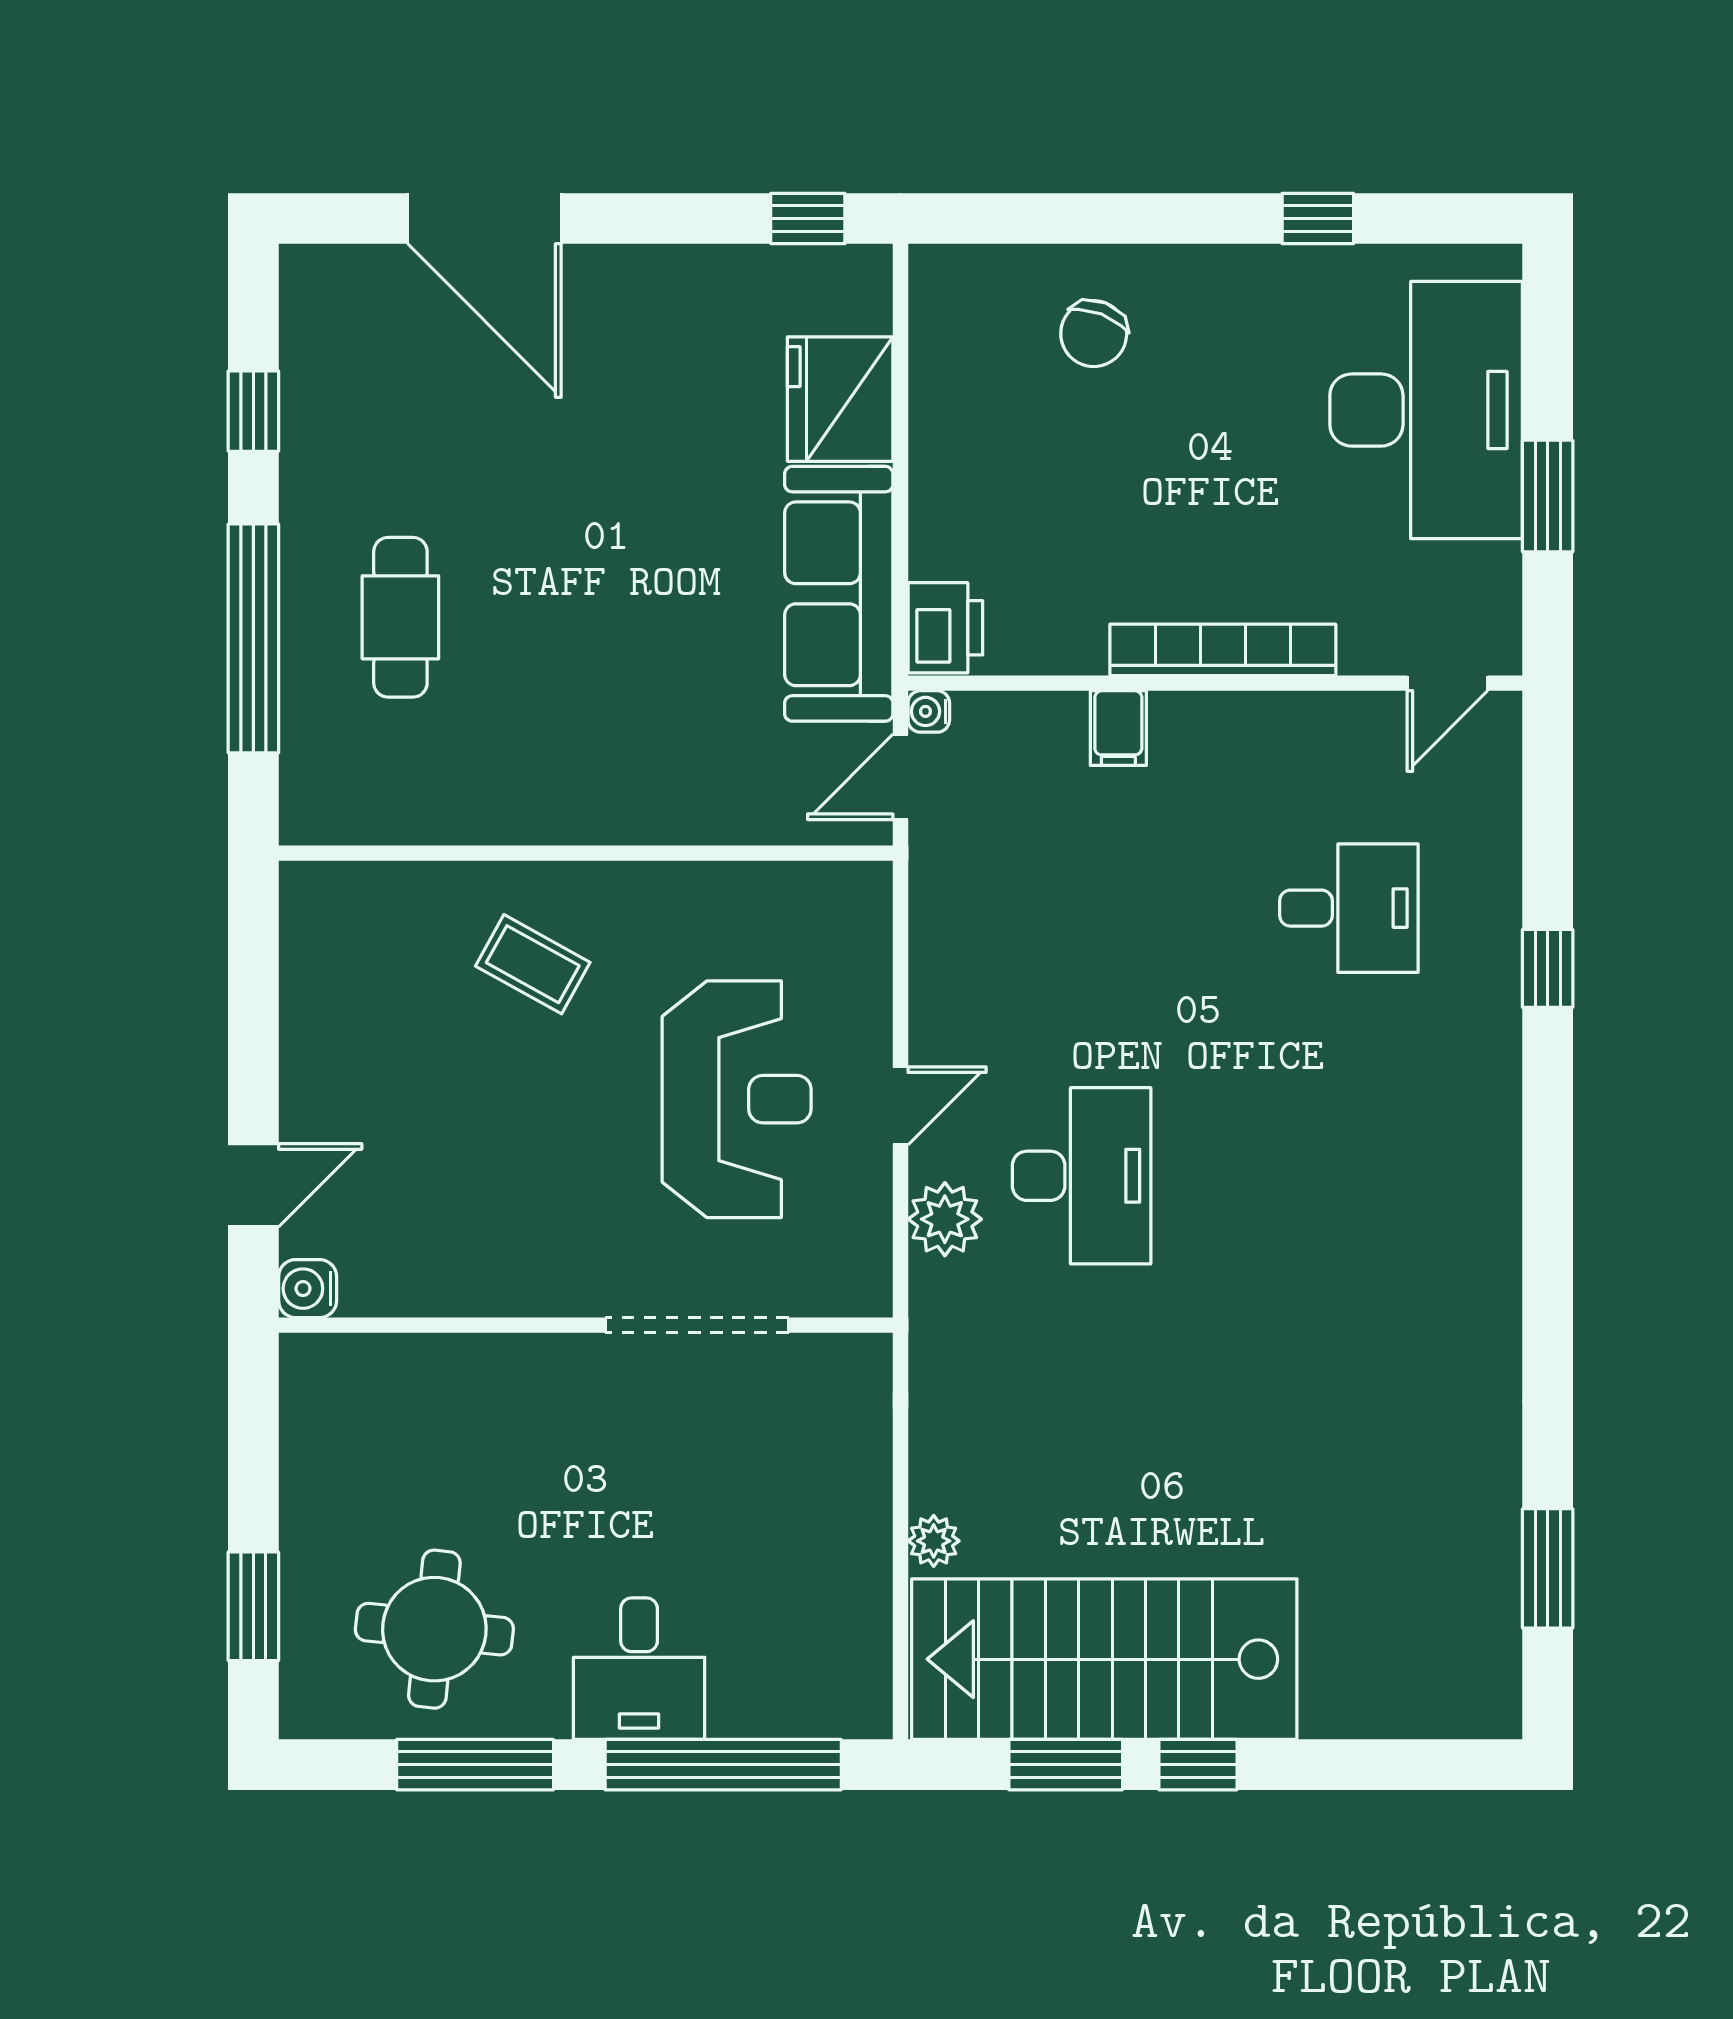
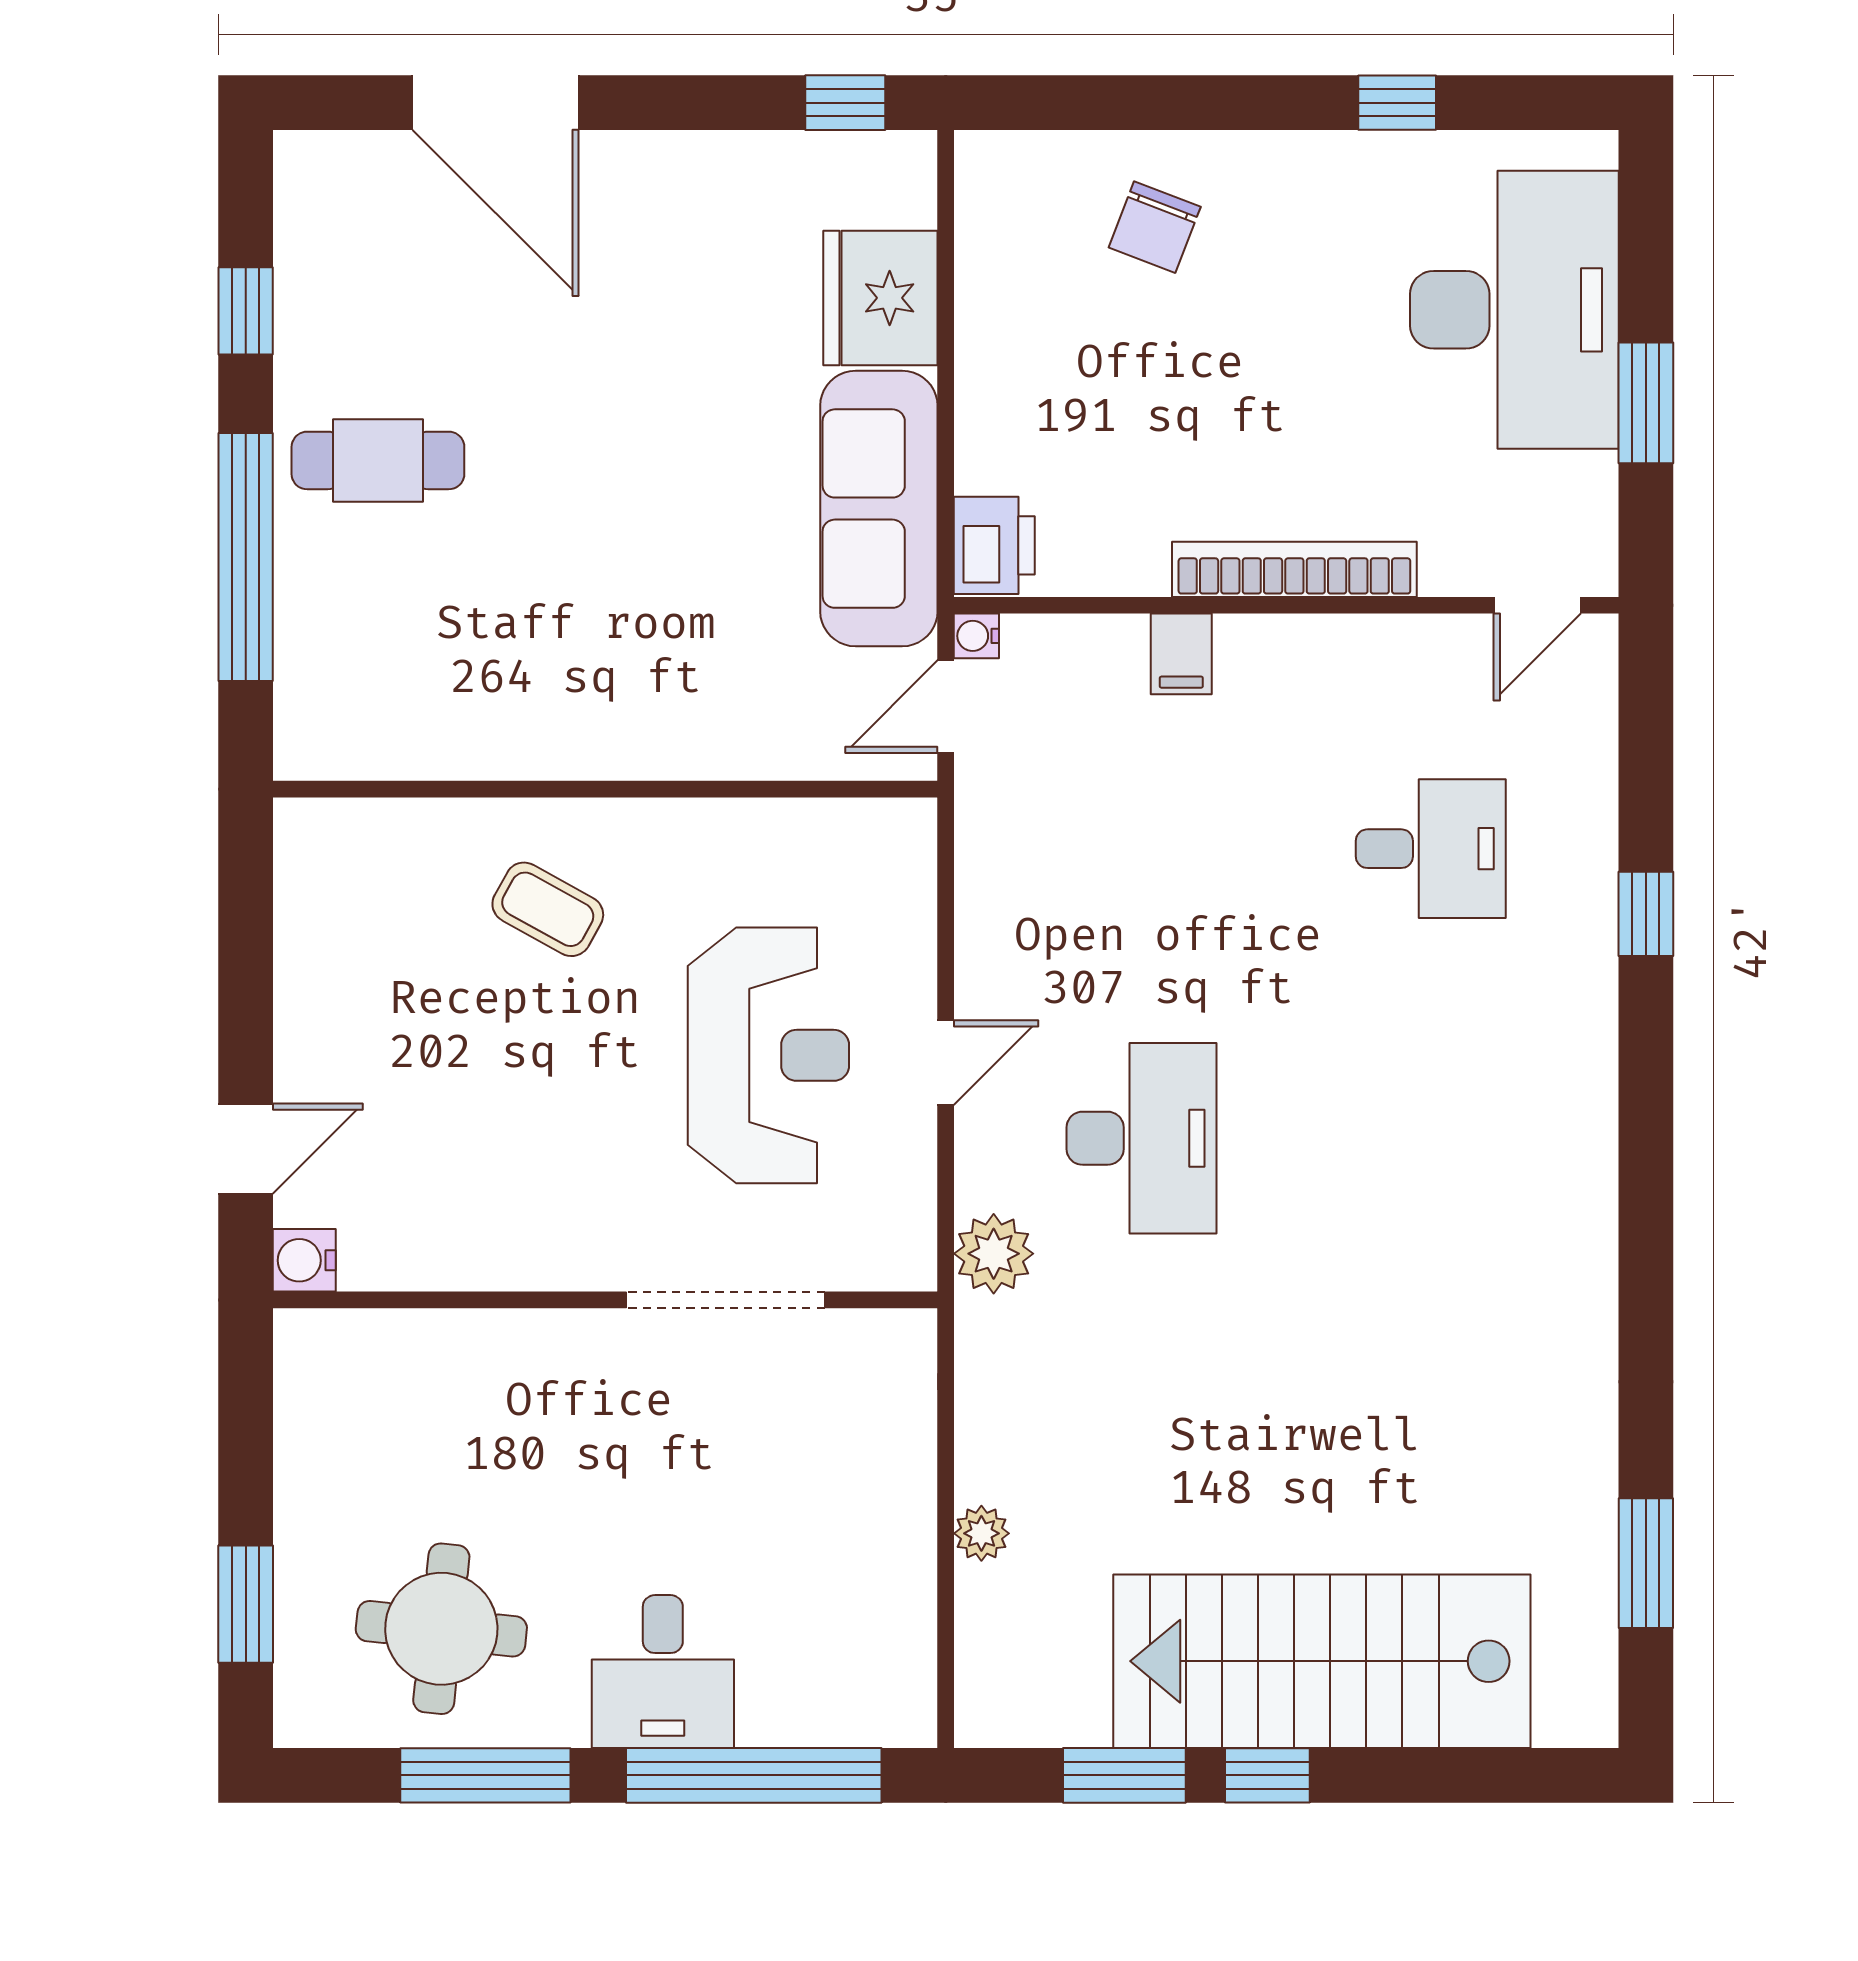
cafe table: (400, 617) -> (378, 460), moved, turned 90
plant: (945, 1219) -> (994, 1254), moved
stairs: (1104, 1659) -> (1322, 1661), moved

